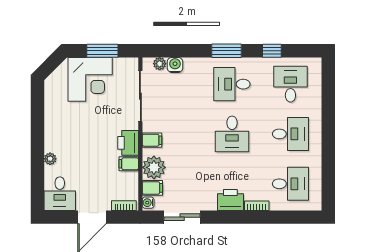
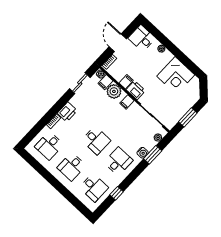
window: (226, 51) -> (153, 155), moved
water cooler: (175, 65) -> (143, 153), moved
corner desk: (90, 79) -> (176, 76), moved, turned -90
desk: (232, 134) -> (96, 140), turned 180

